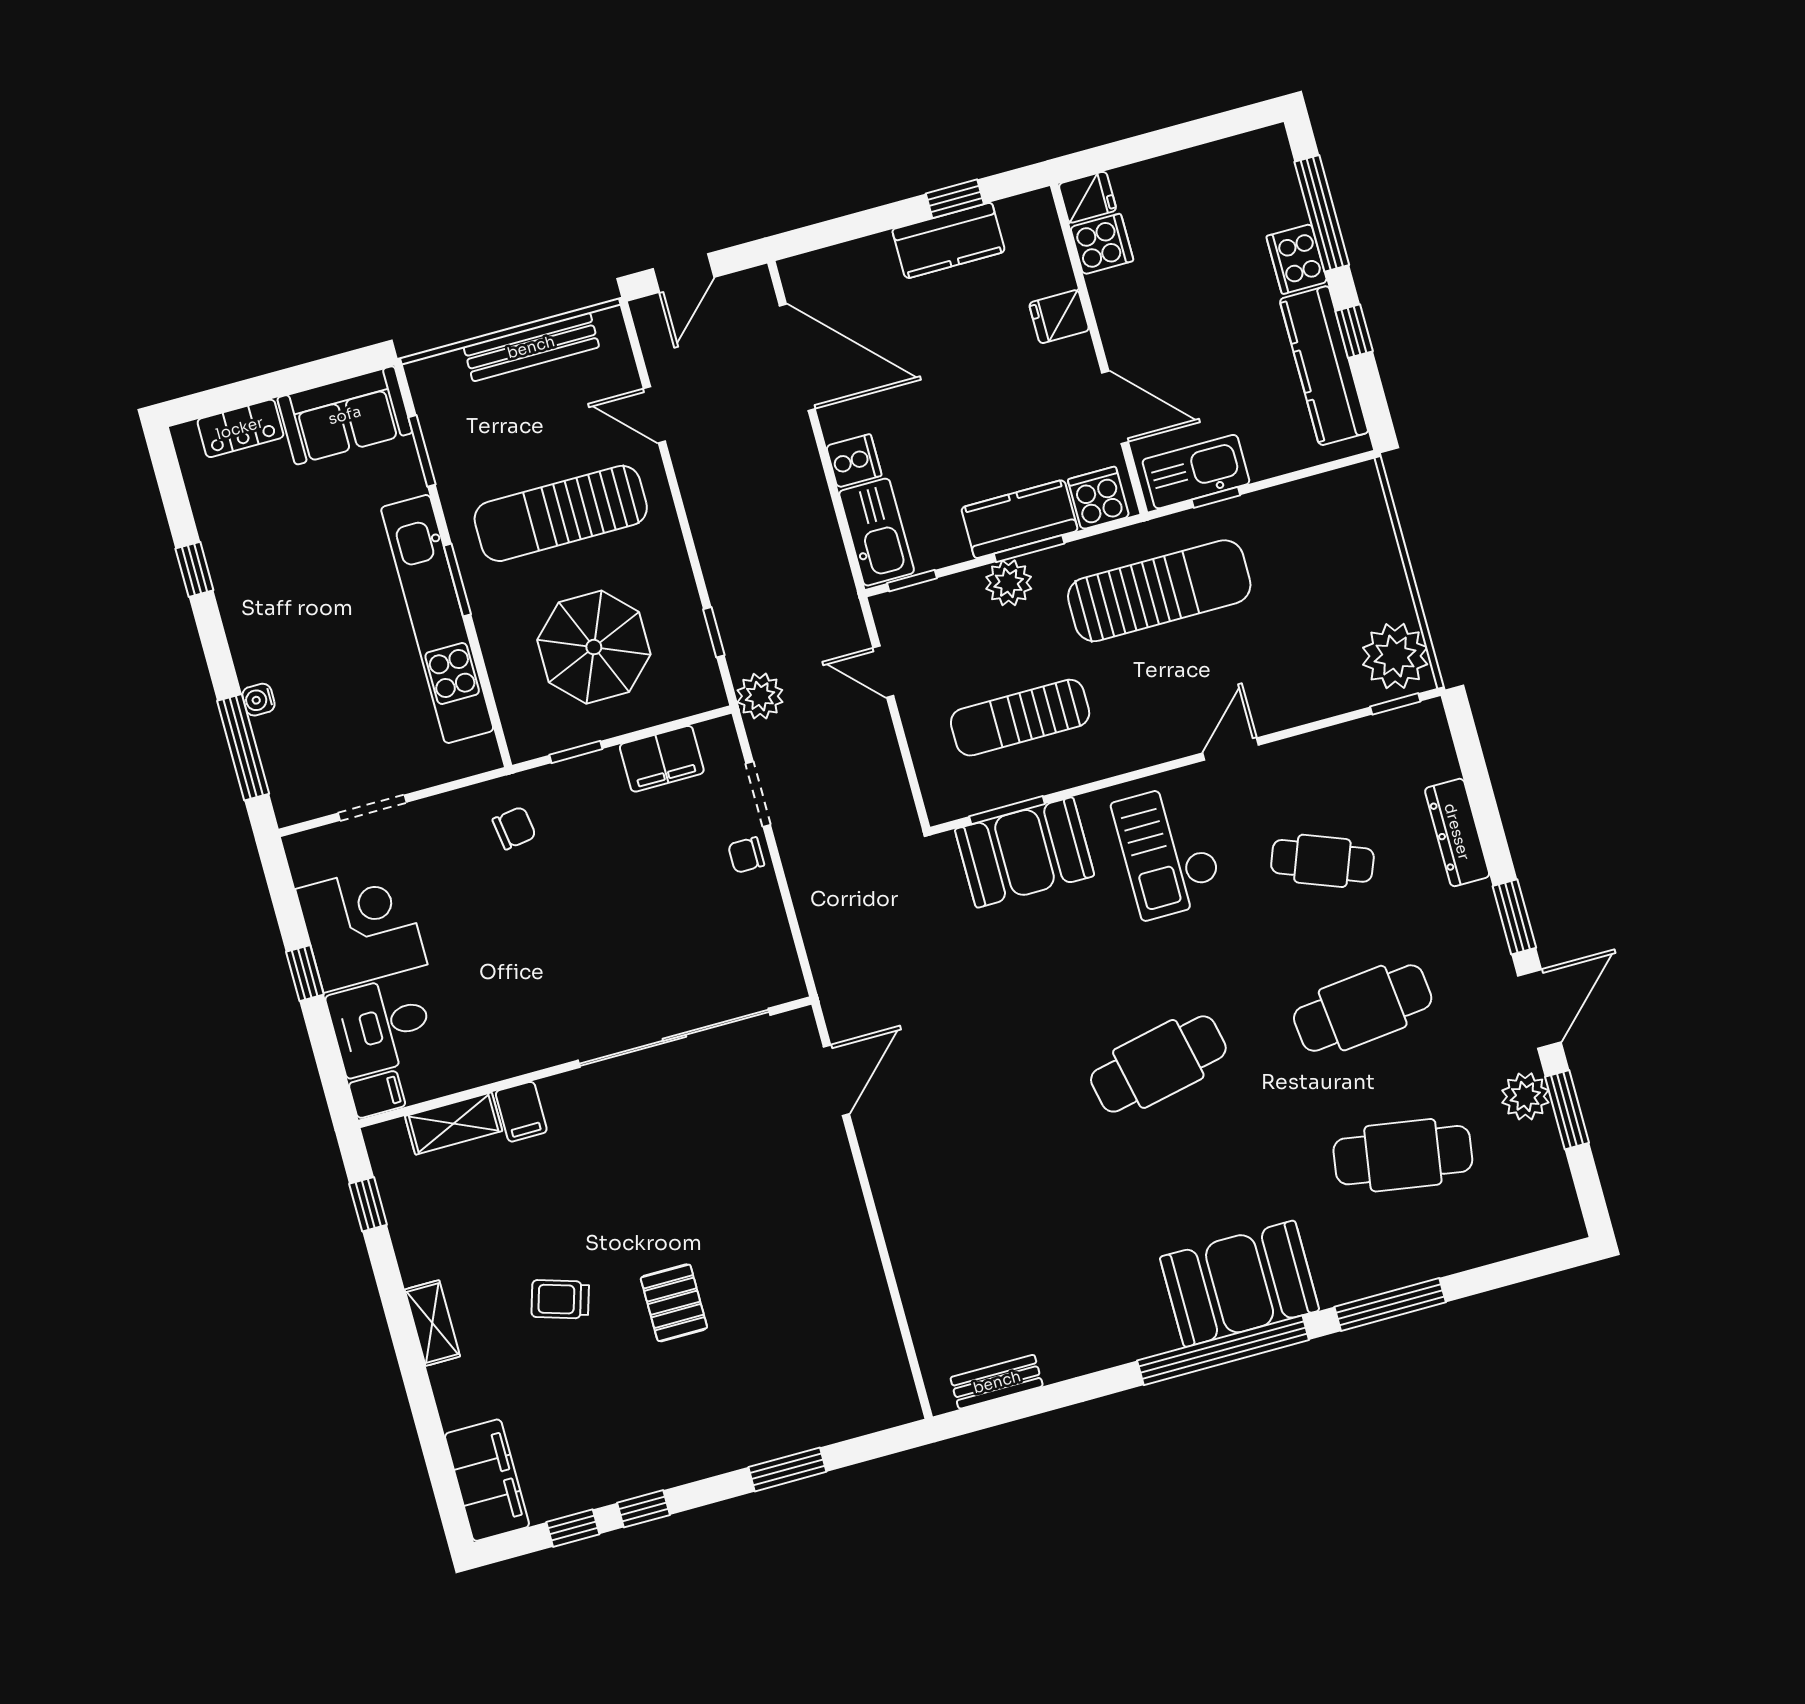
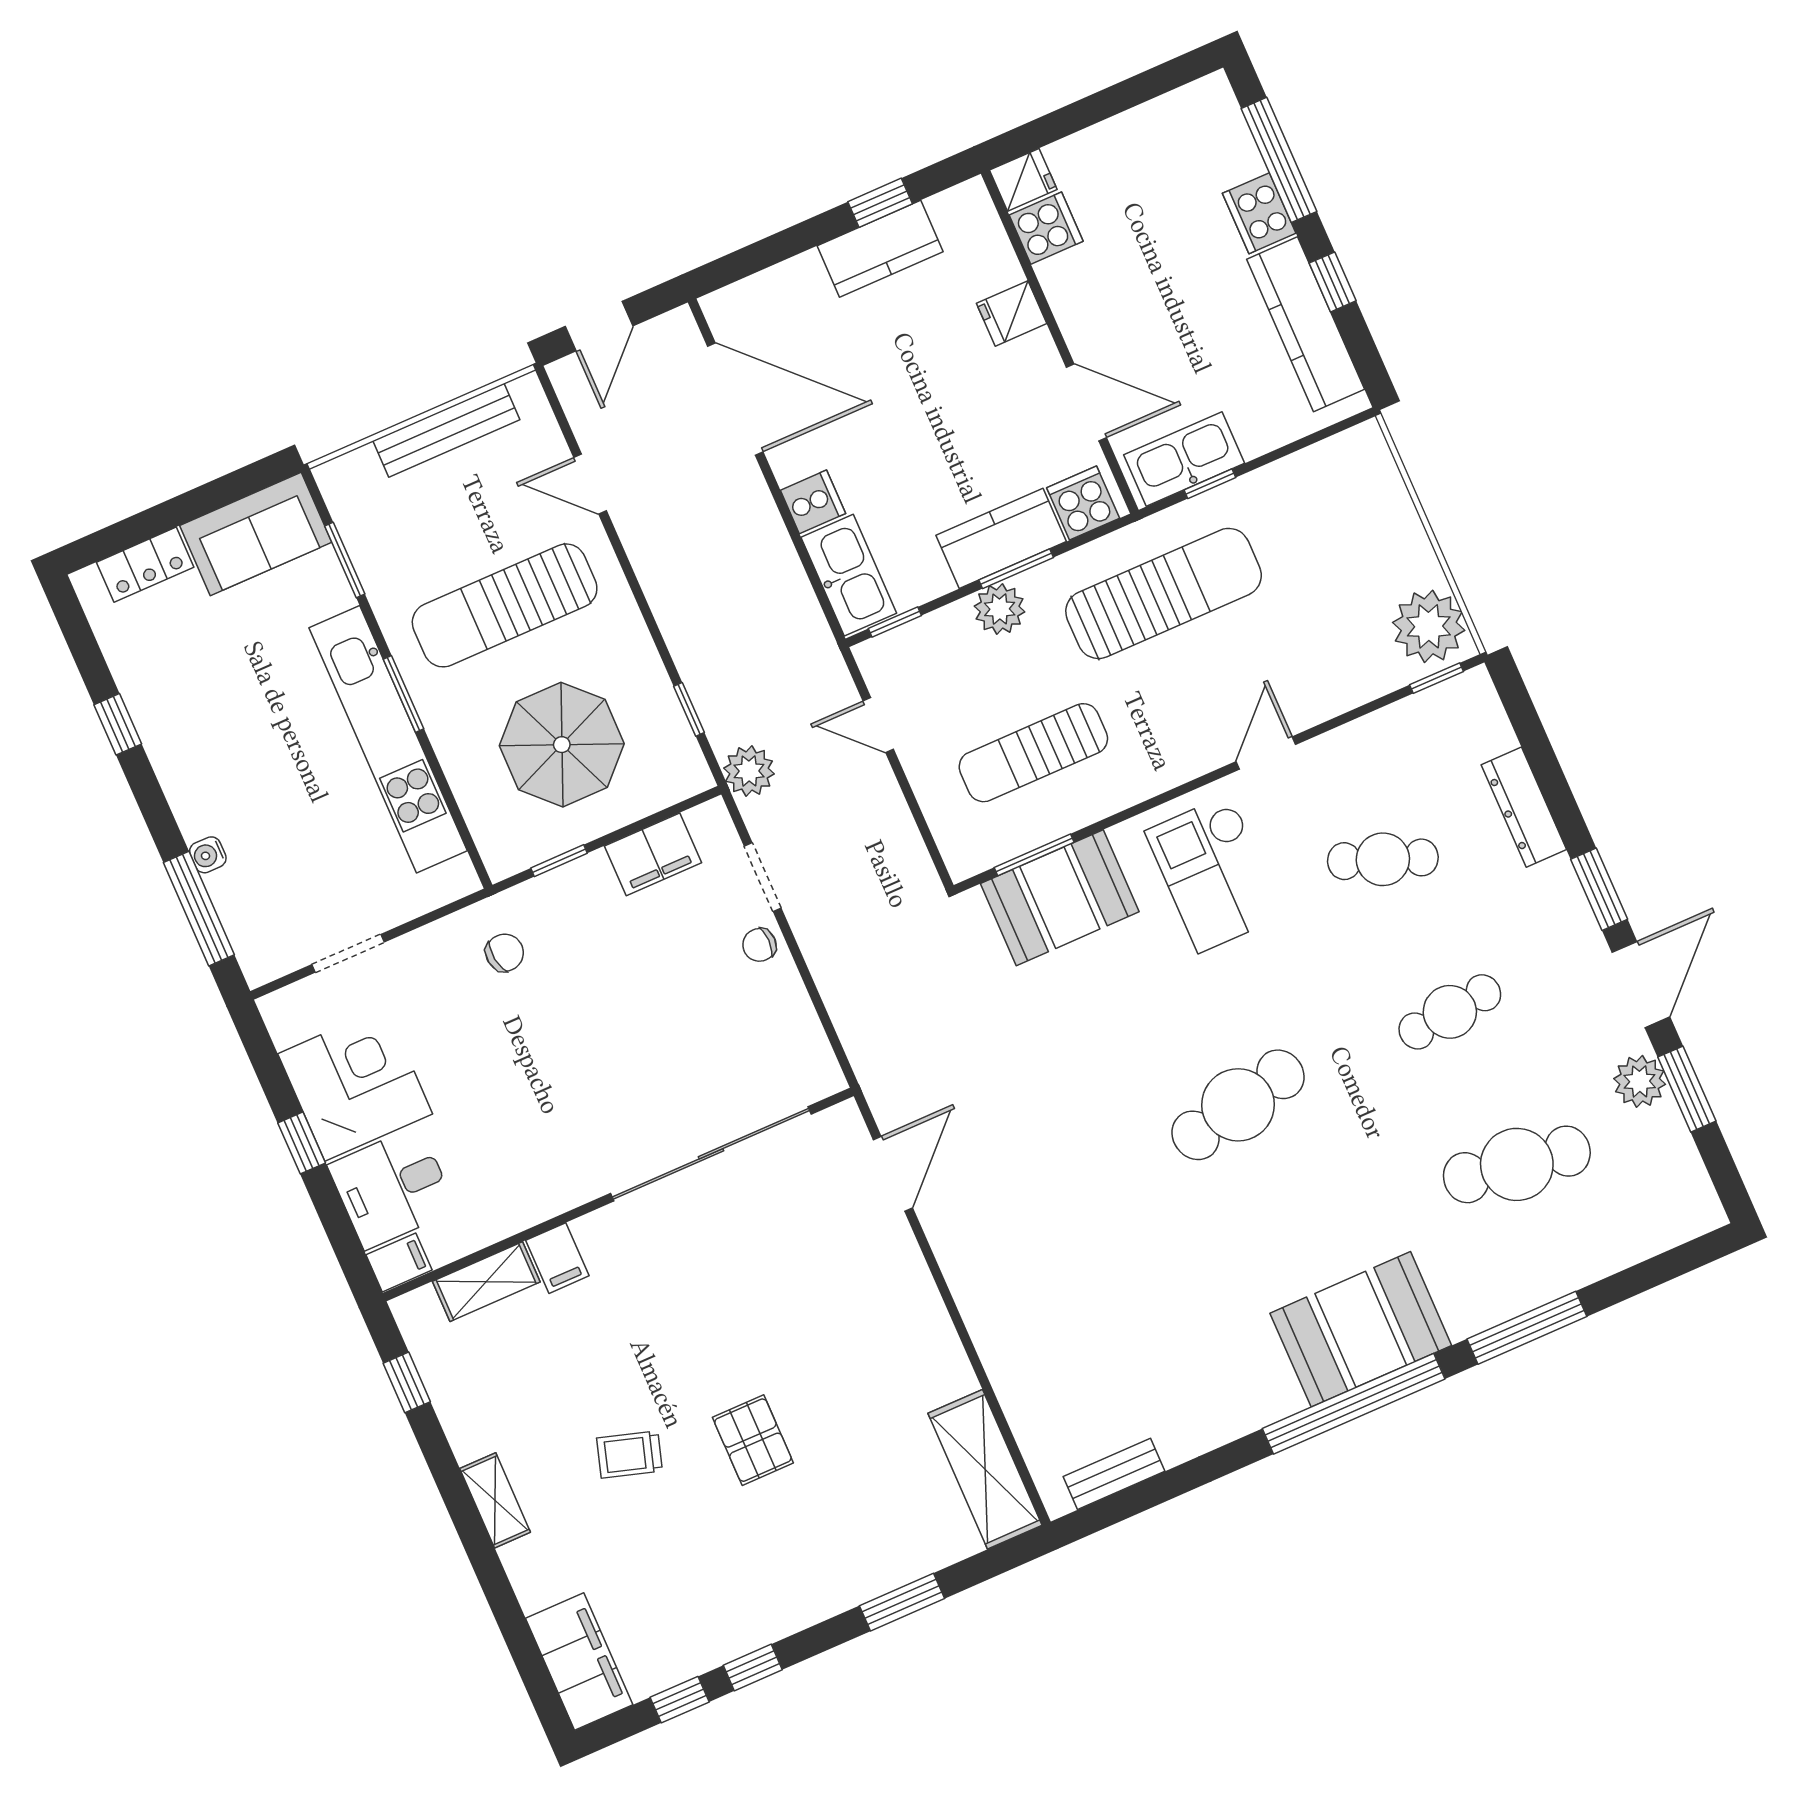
cafe table: (1363, 1008) -> (1450, 1012), width x0.73, depth x0.74
shelving: (880, 1360) -> (985, 1469), added

